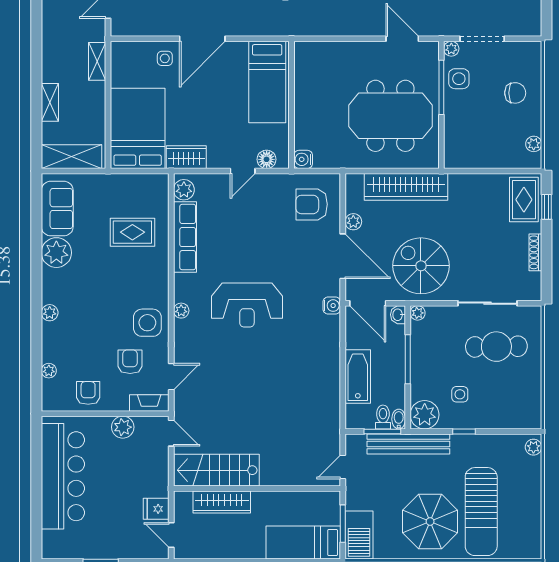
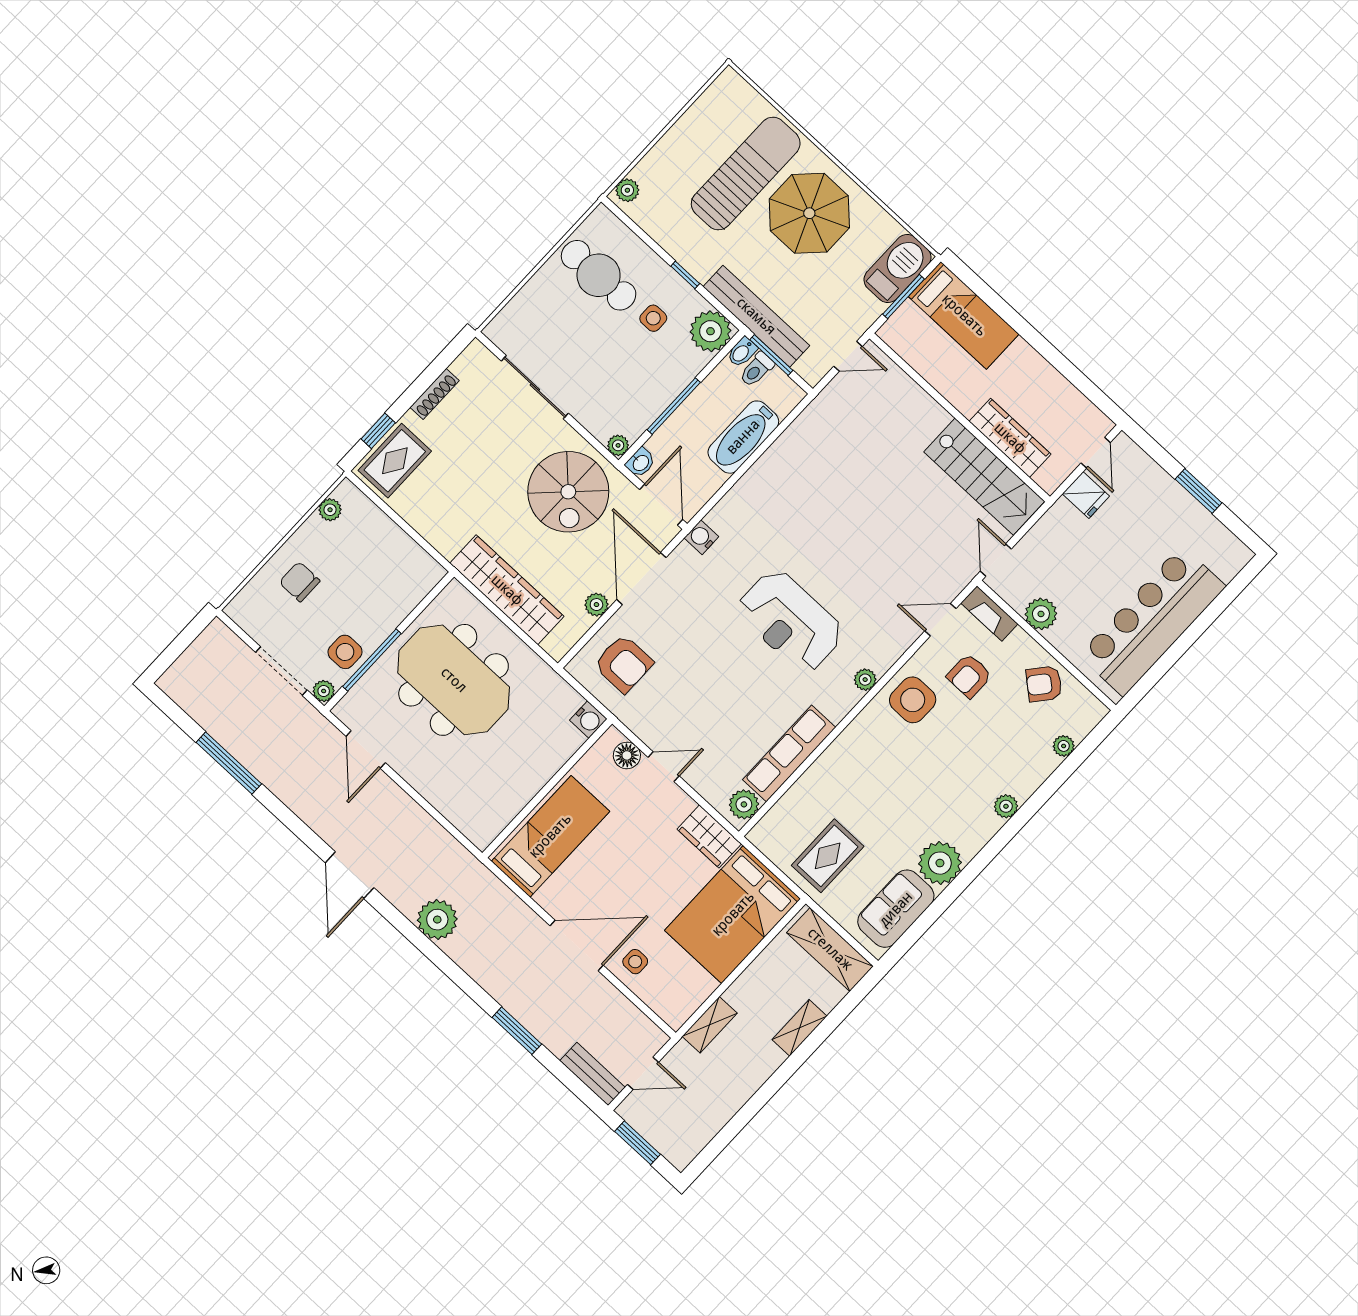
rug: (132, 232) -> (828, 856), moved, turned 90
reception desk: (247, 305) -> (790, 621), turned 180
cafe table: (496, 347) -> (599, 275), moved
armchair: (88, 393) -> (1044, 684), turned 40

